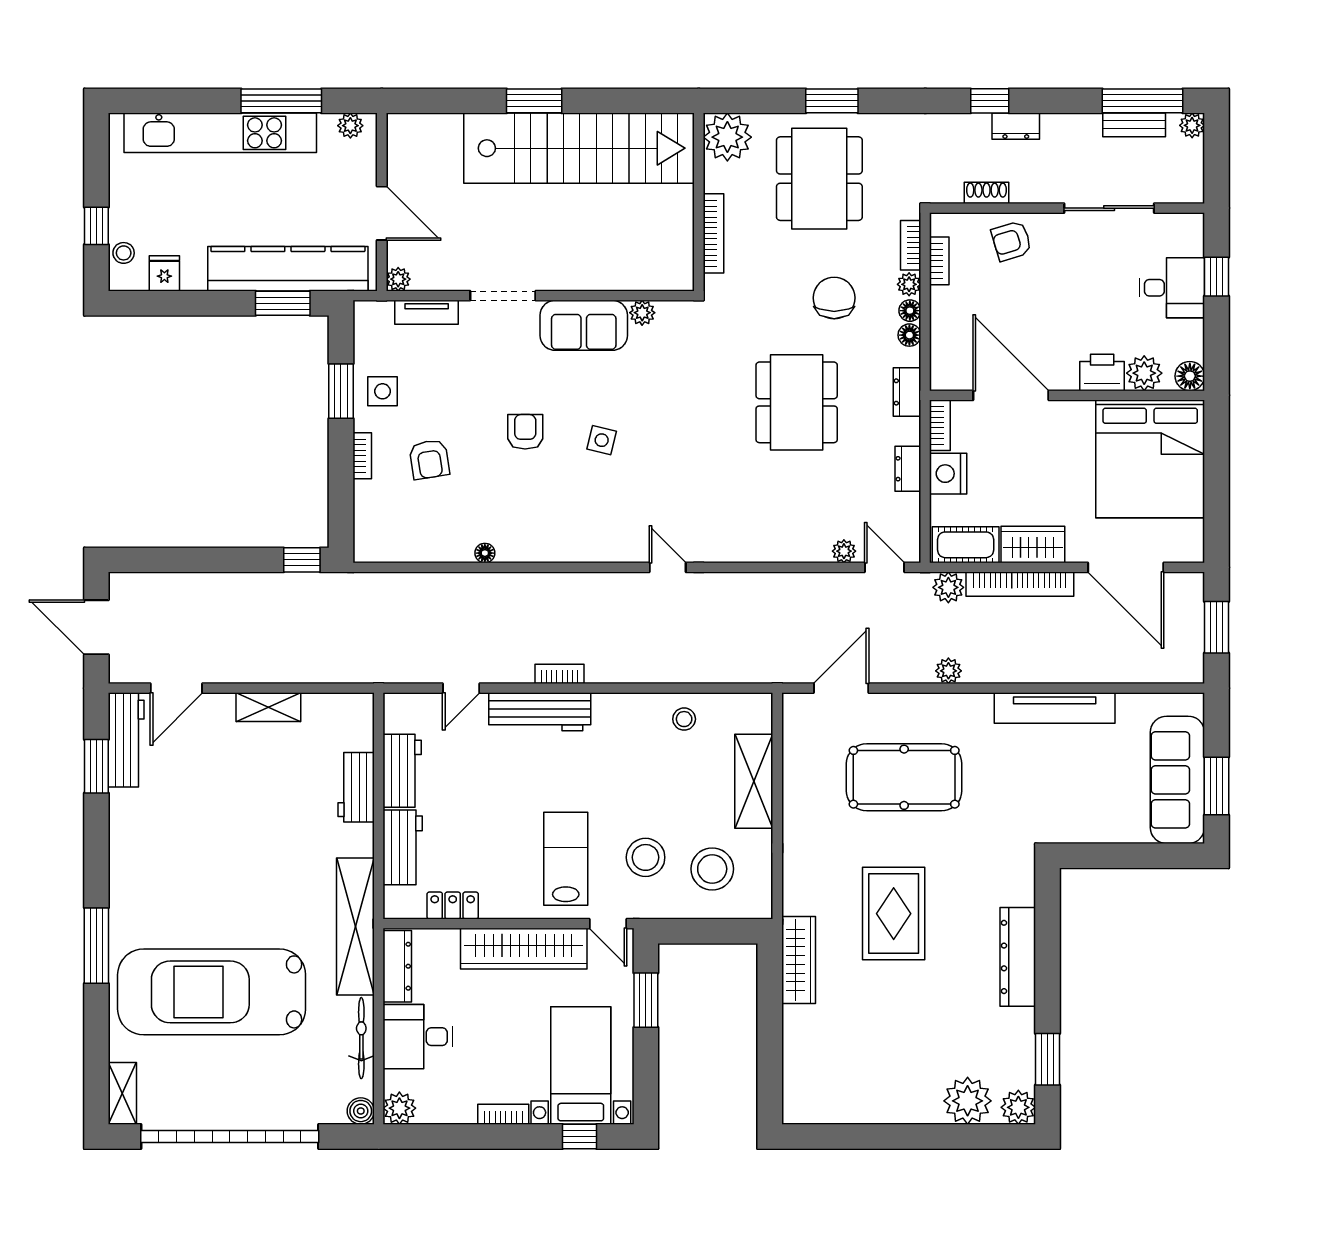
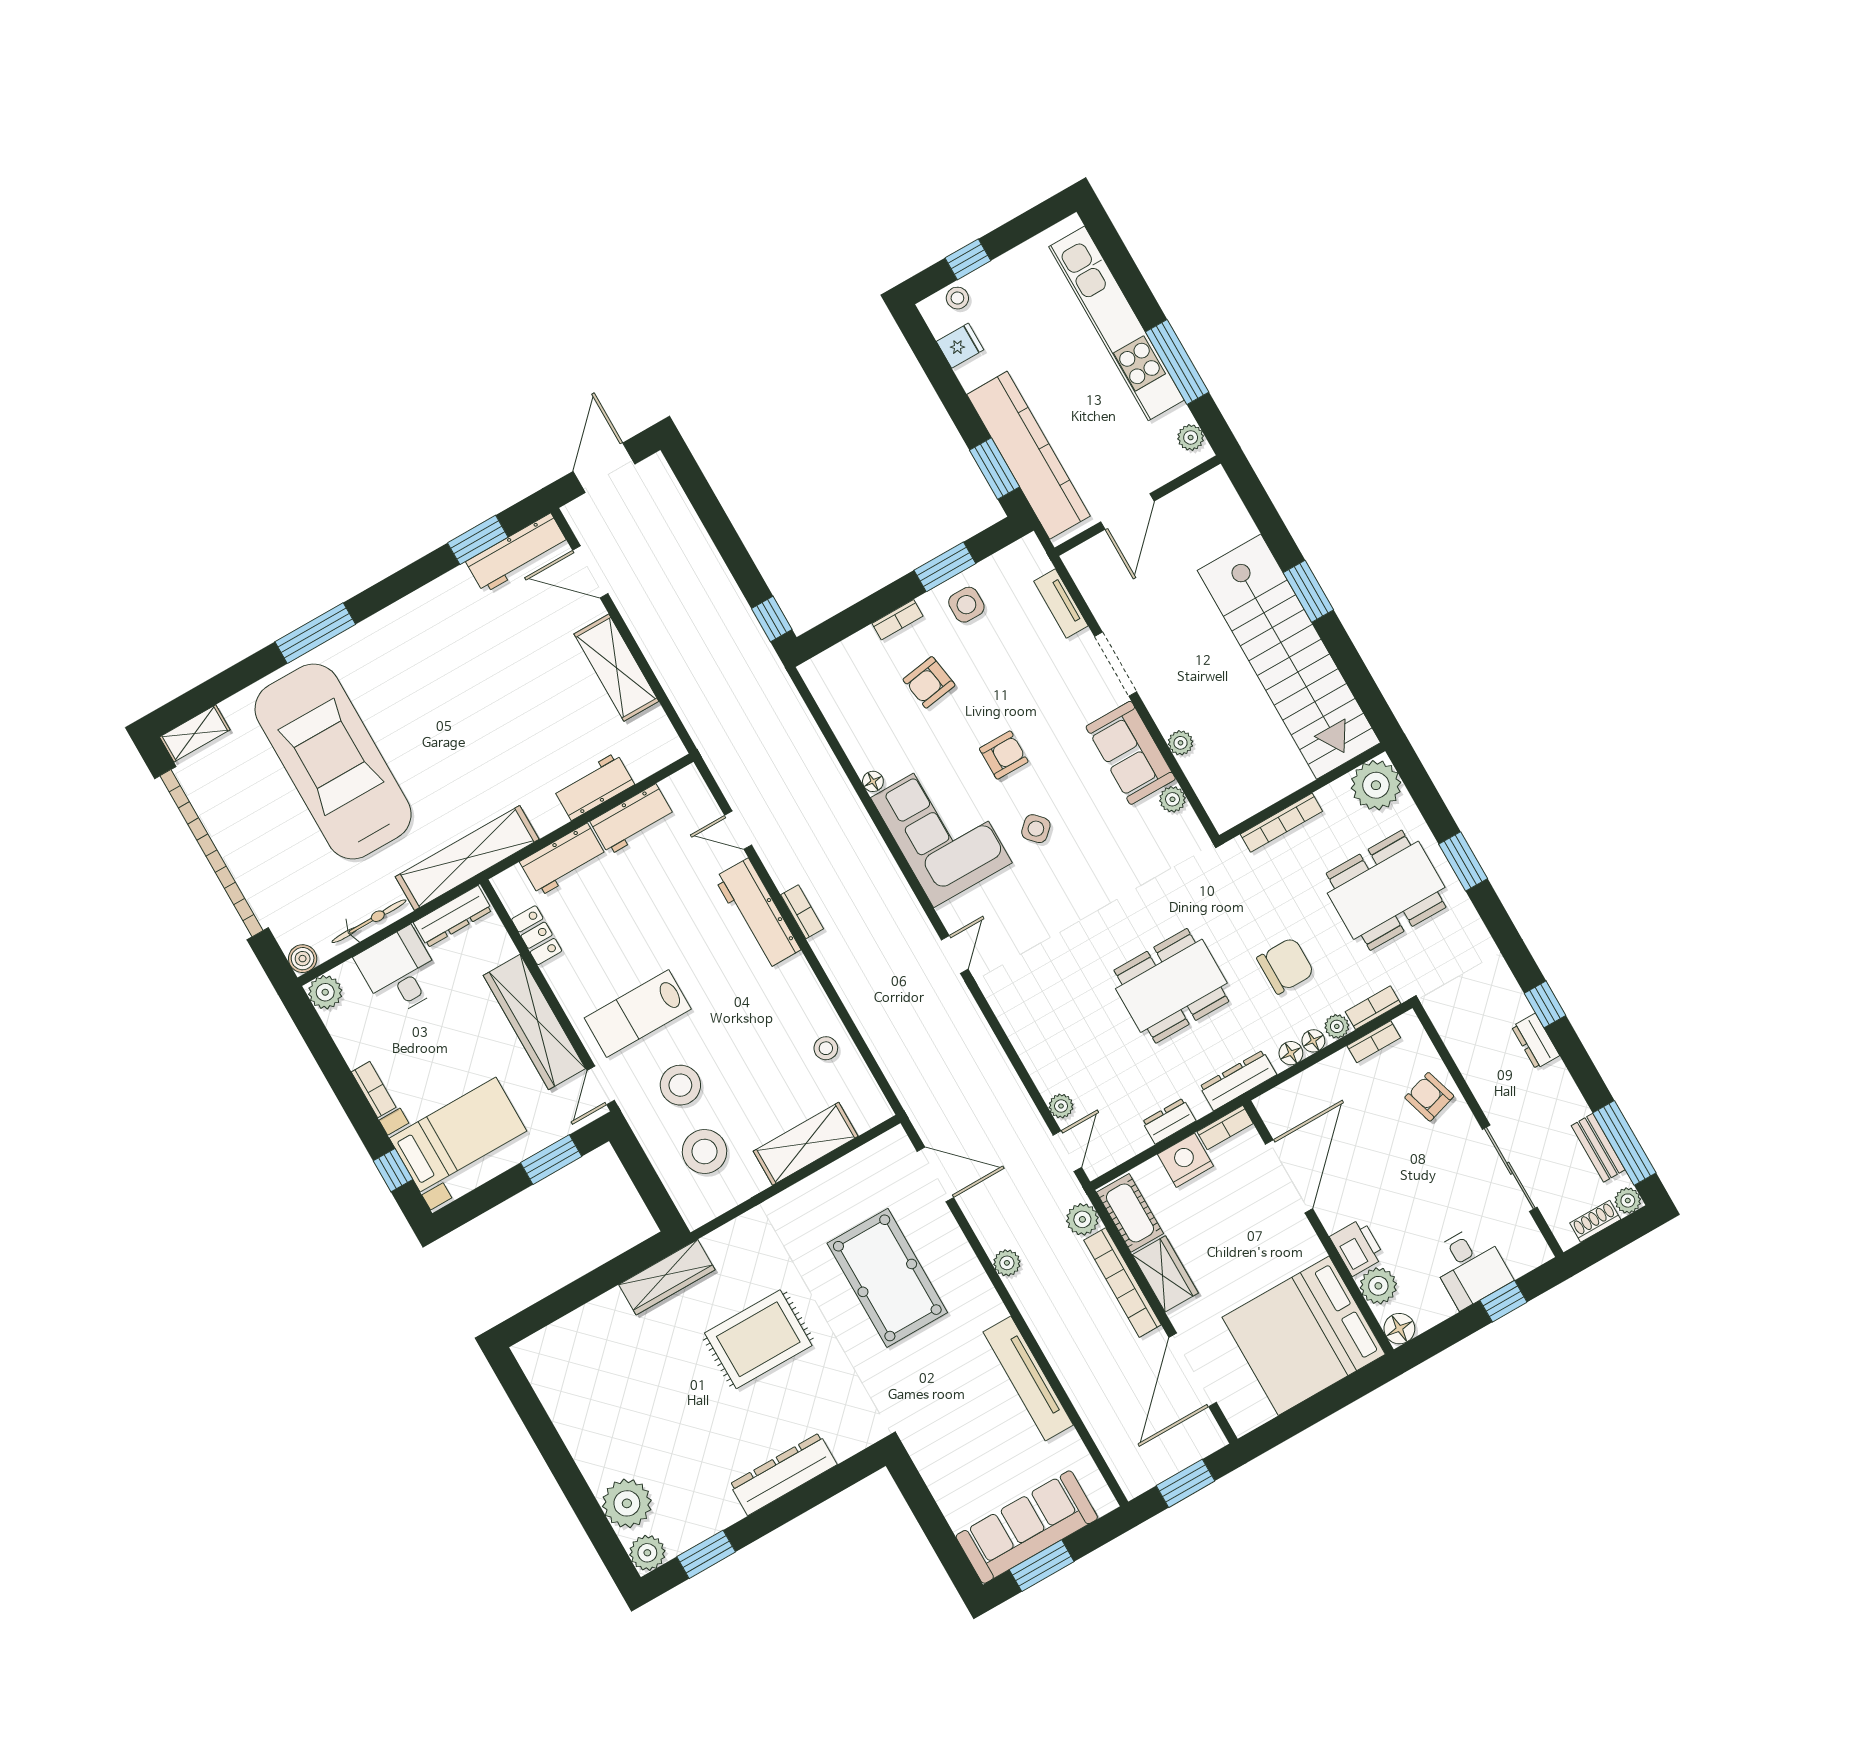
shoe rack: (987, 193) -> (1595, 1221), moved, turned -90
plant: (398, 279) -> (1181, 743), moved
dresser: (907, 392) -> (1238, 1080), width x1.44
side table: (602, 440) -> (1036, 829), turned 33
corner sofa: (558, 519) -> (941, 830), added
shelving: (268, 707) -> (616, 668), width x1.50, depth x1.33
lab bench: (566, 859) -> (638, 1013), turned 180

